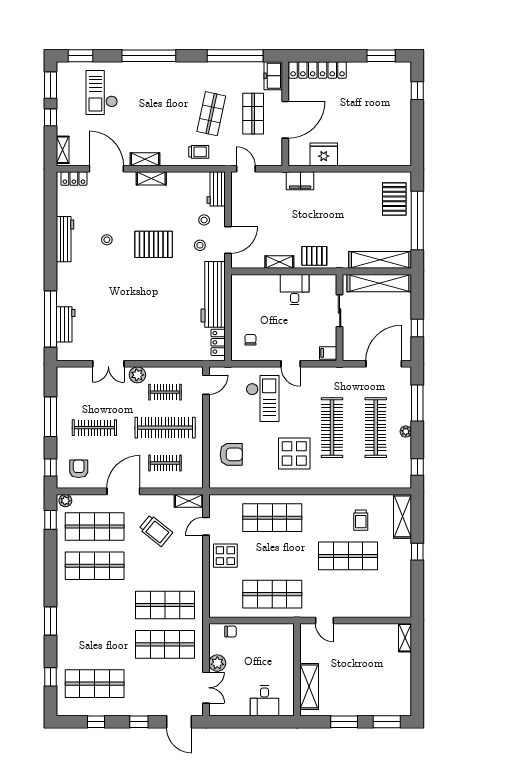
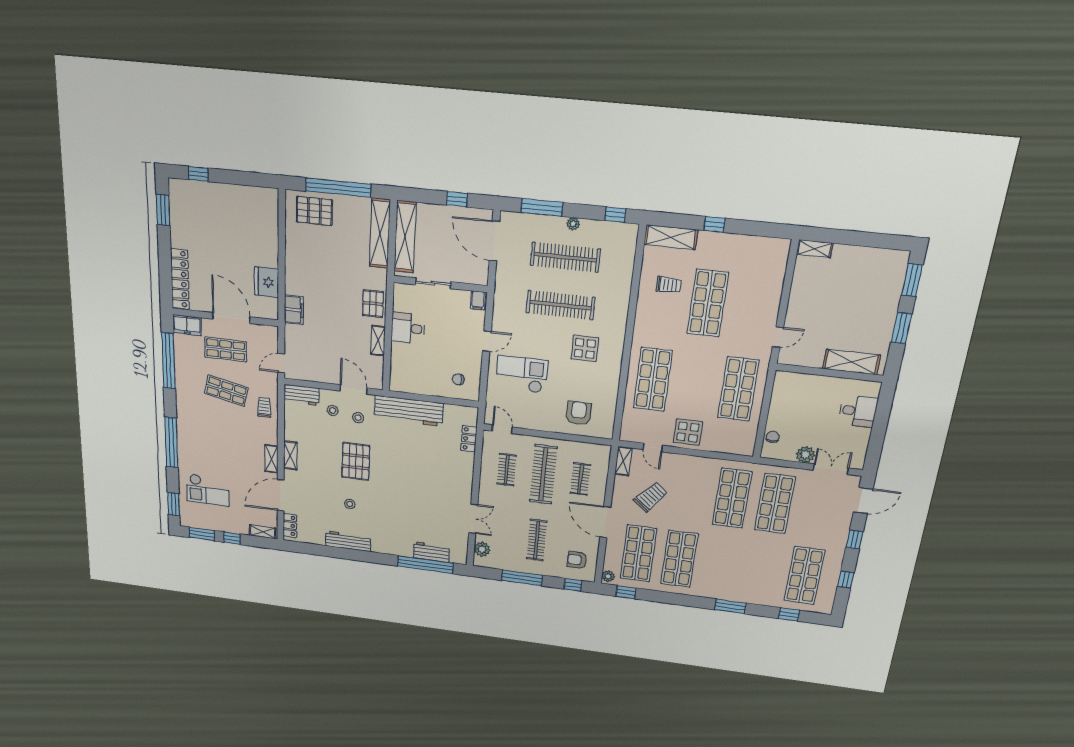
locker: (218, 342) -> (469, 439), moved, turned 90
plant: (137, 375) -> (482, 549), moved
display table: (294, 453) -> (585, 348), width x0.73, depth x0.73

